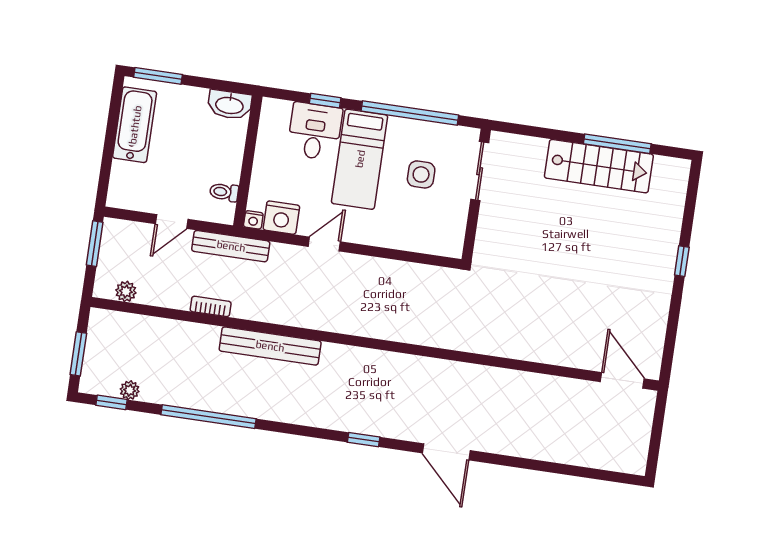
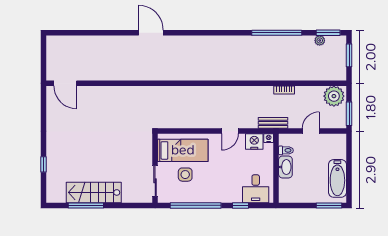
washbasin: (230, 105) -> (285, 167), moved, turned 90
desk: (315, 131) -> (256, 189), moved
bed: (360, 159) -> (183, 150), moved, turned 90
bench: (231, 246) -> (273, 123), width x0.73
window: (682, 261) -> (43, 164), moved
plant: (126, 291) -> (334, 96), width x1.88, depth x1.88
bench: (270, 346) -> (250, 74), removed
window: (112, 402) -> (328, 33), width x1.50
window: (364, 440) -> (195, 33), removed

